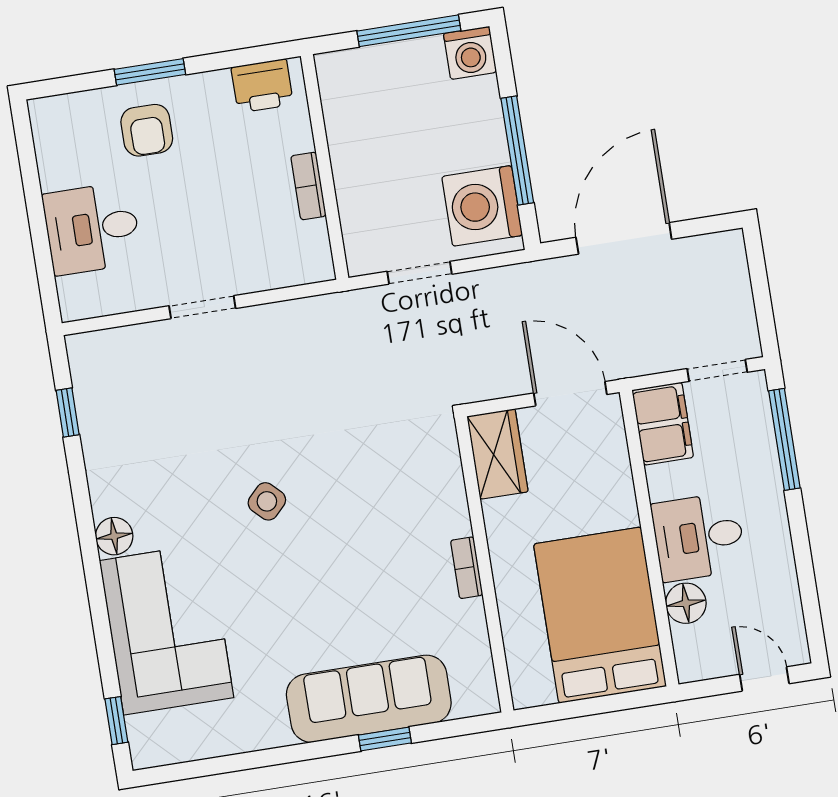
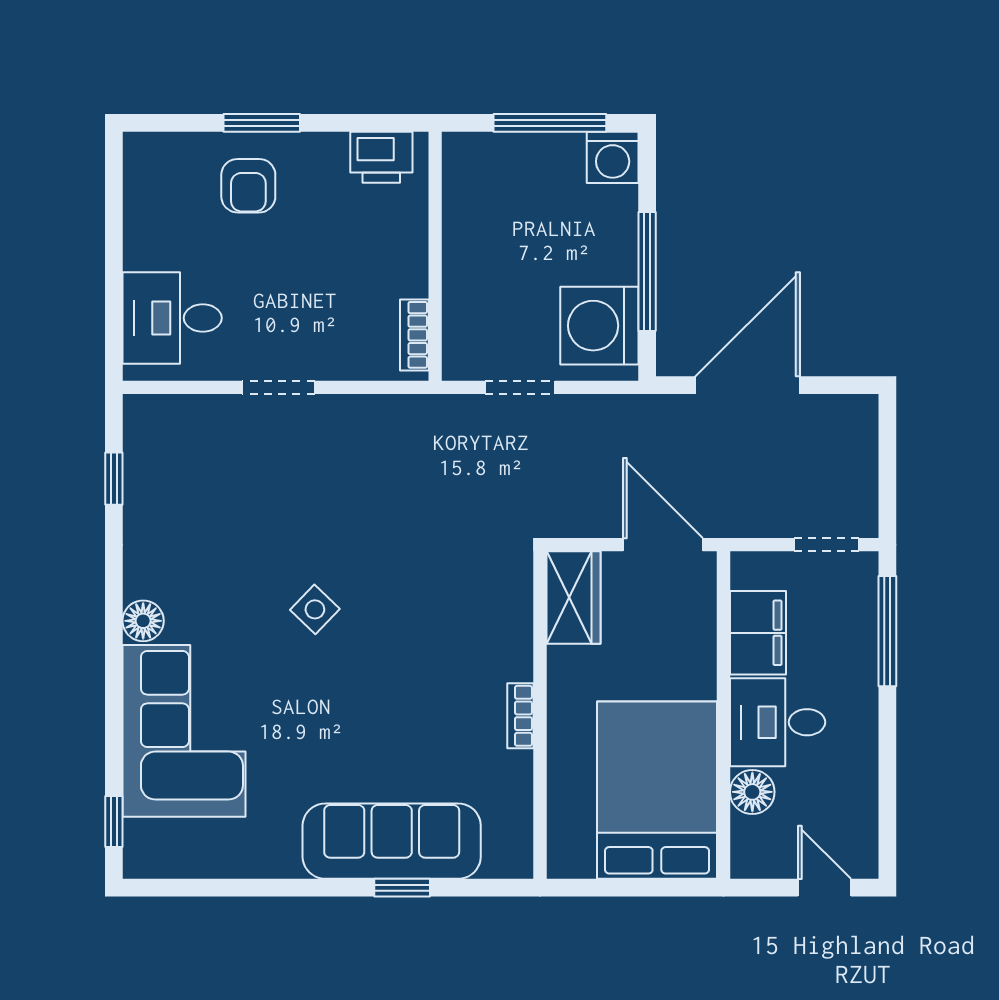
bookcase: (308, 186) -> (414, 335), moved
desk: (92, 228) -> (172, 318), moved
filing cabinet: (663, 424) -> (758, 633), moved

